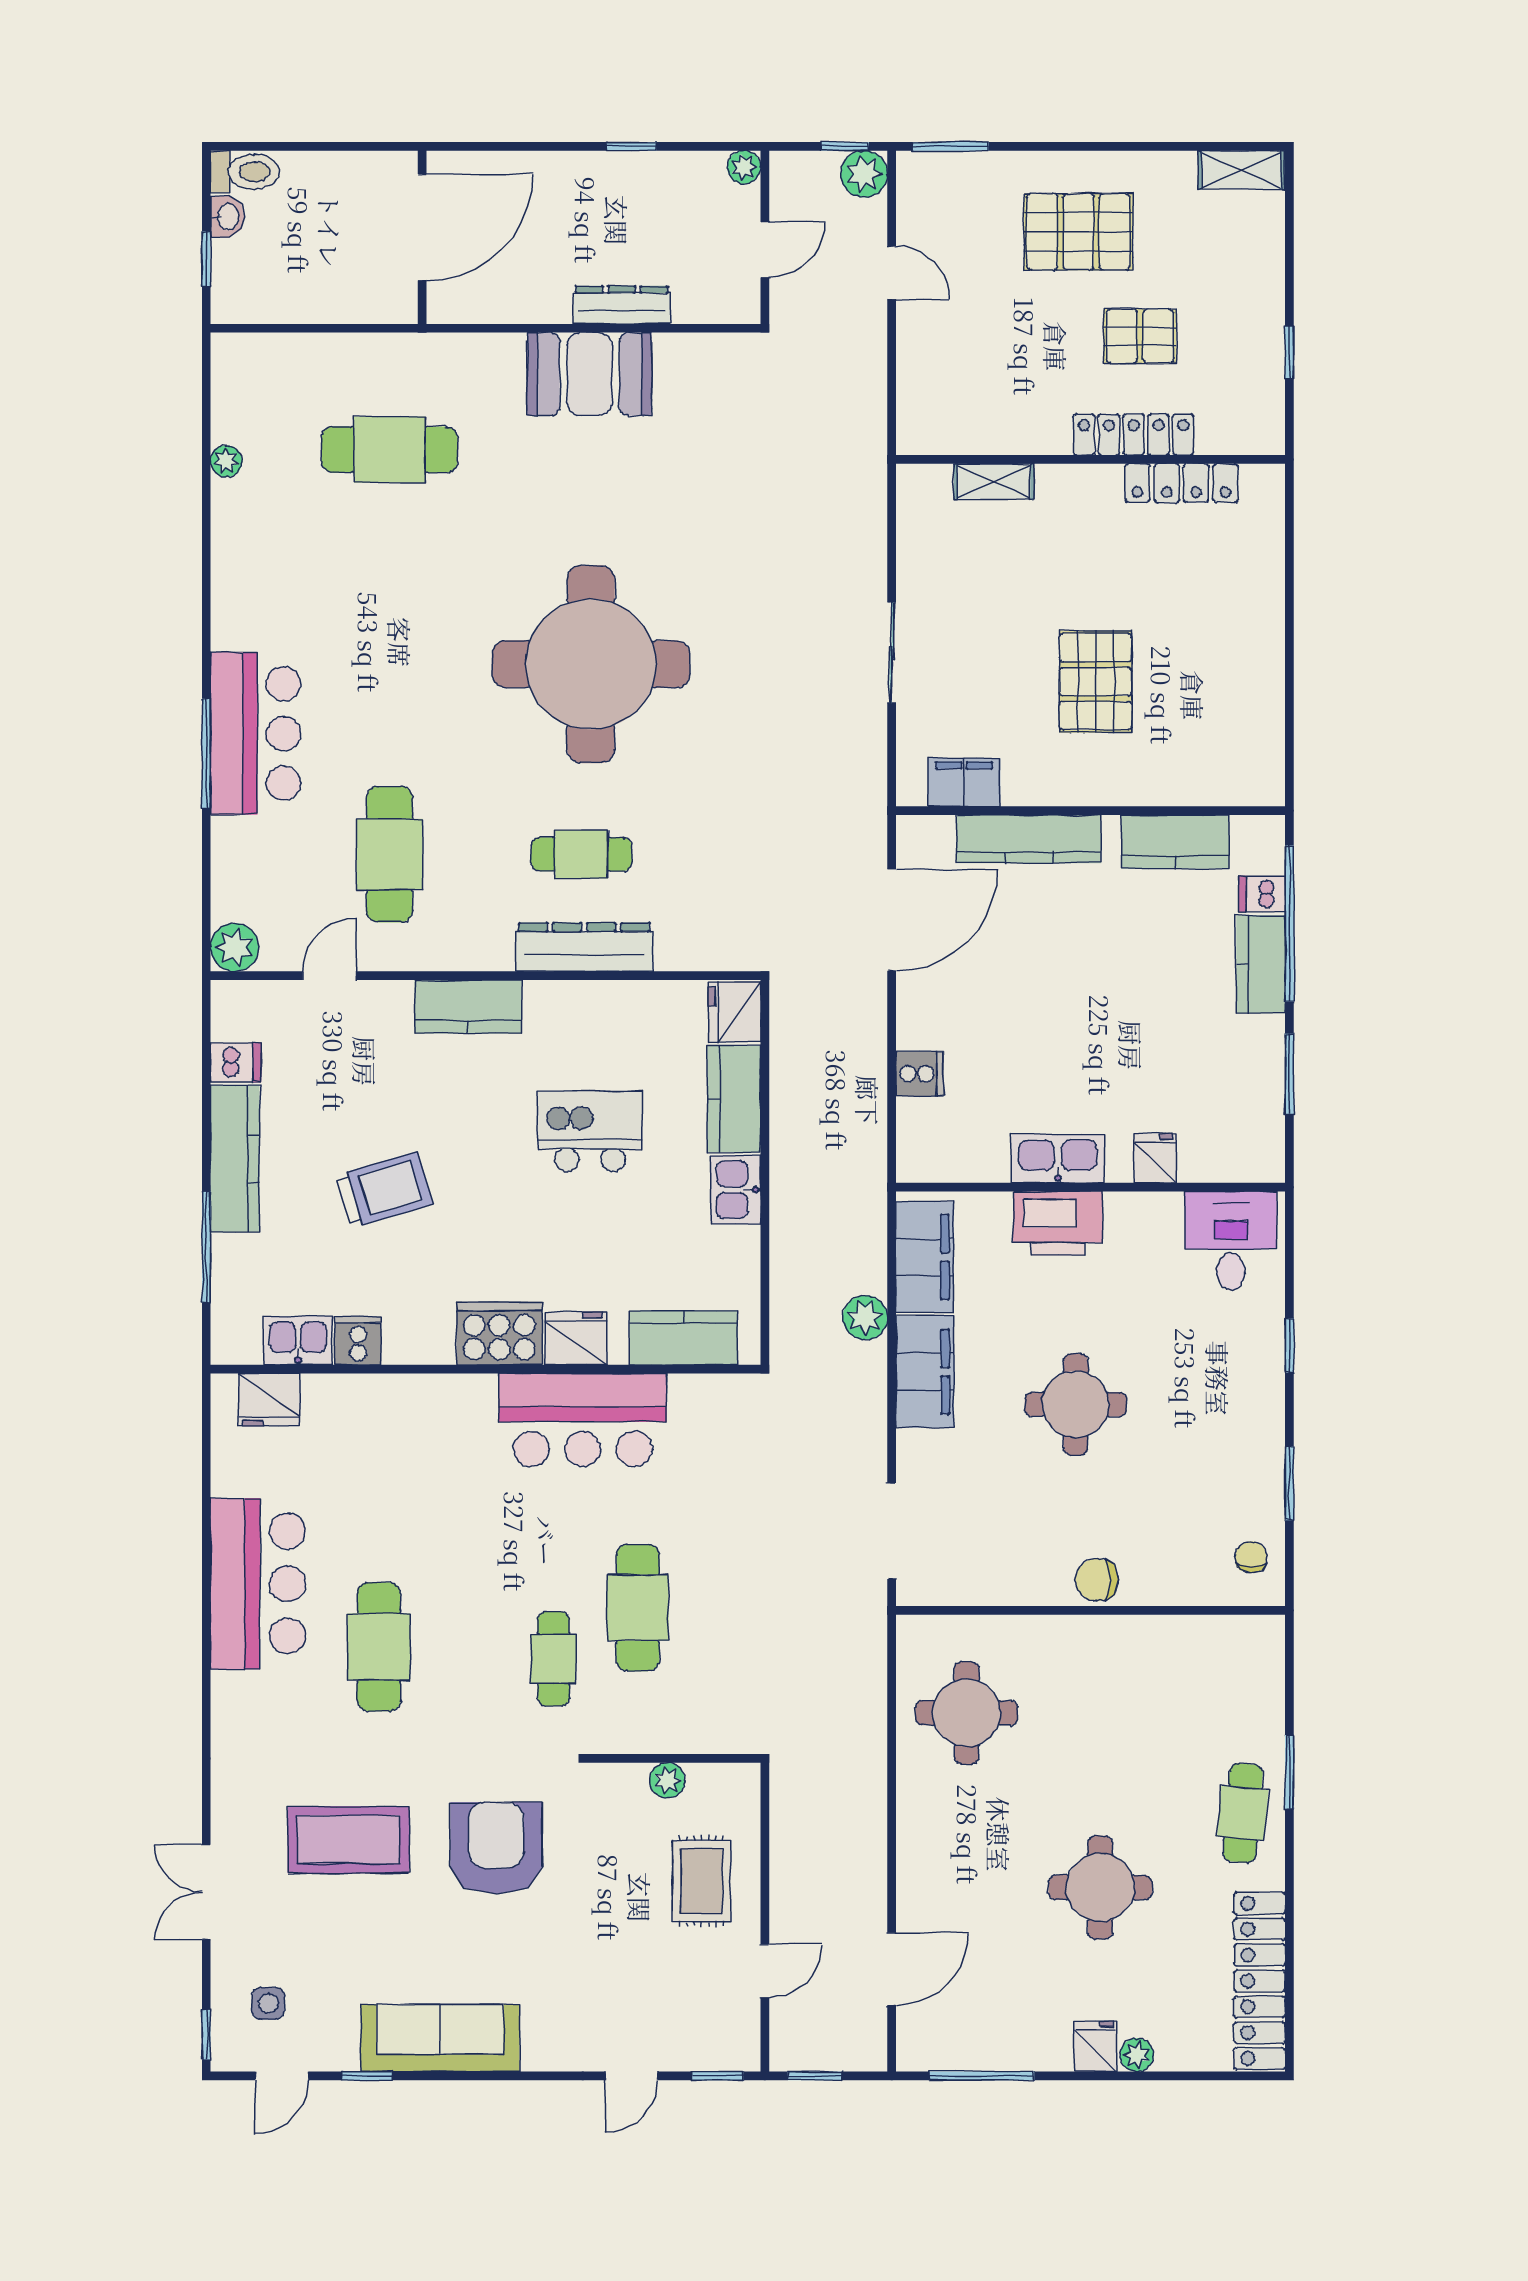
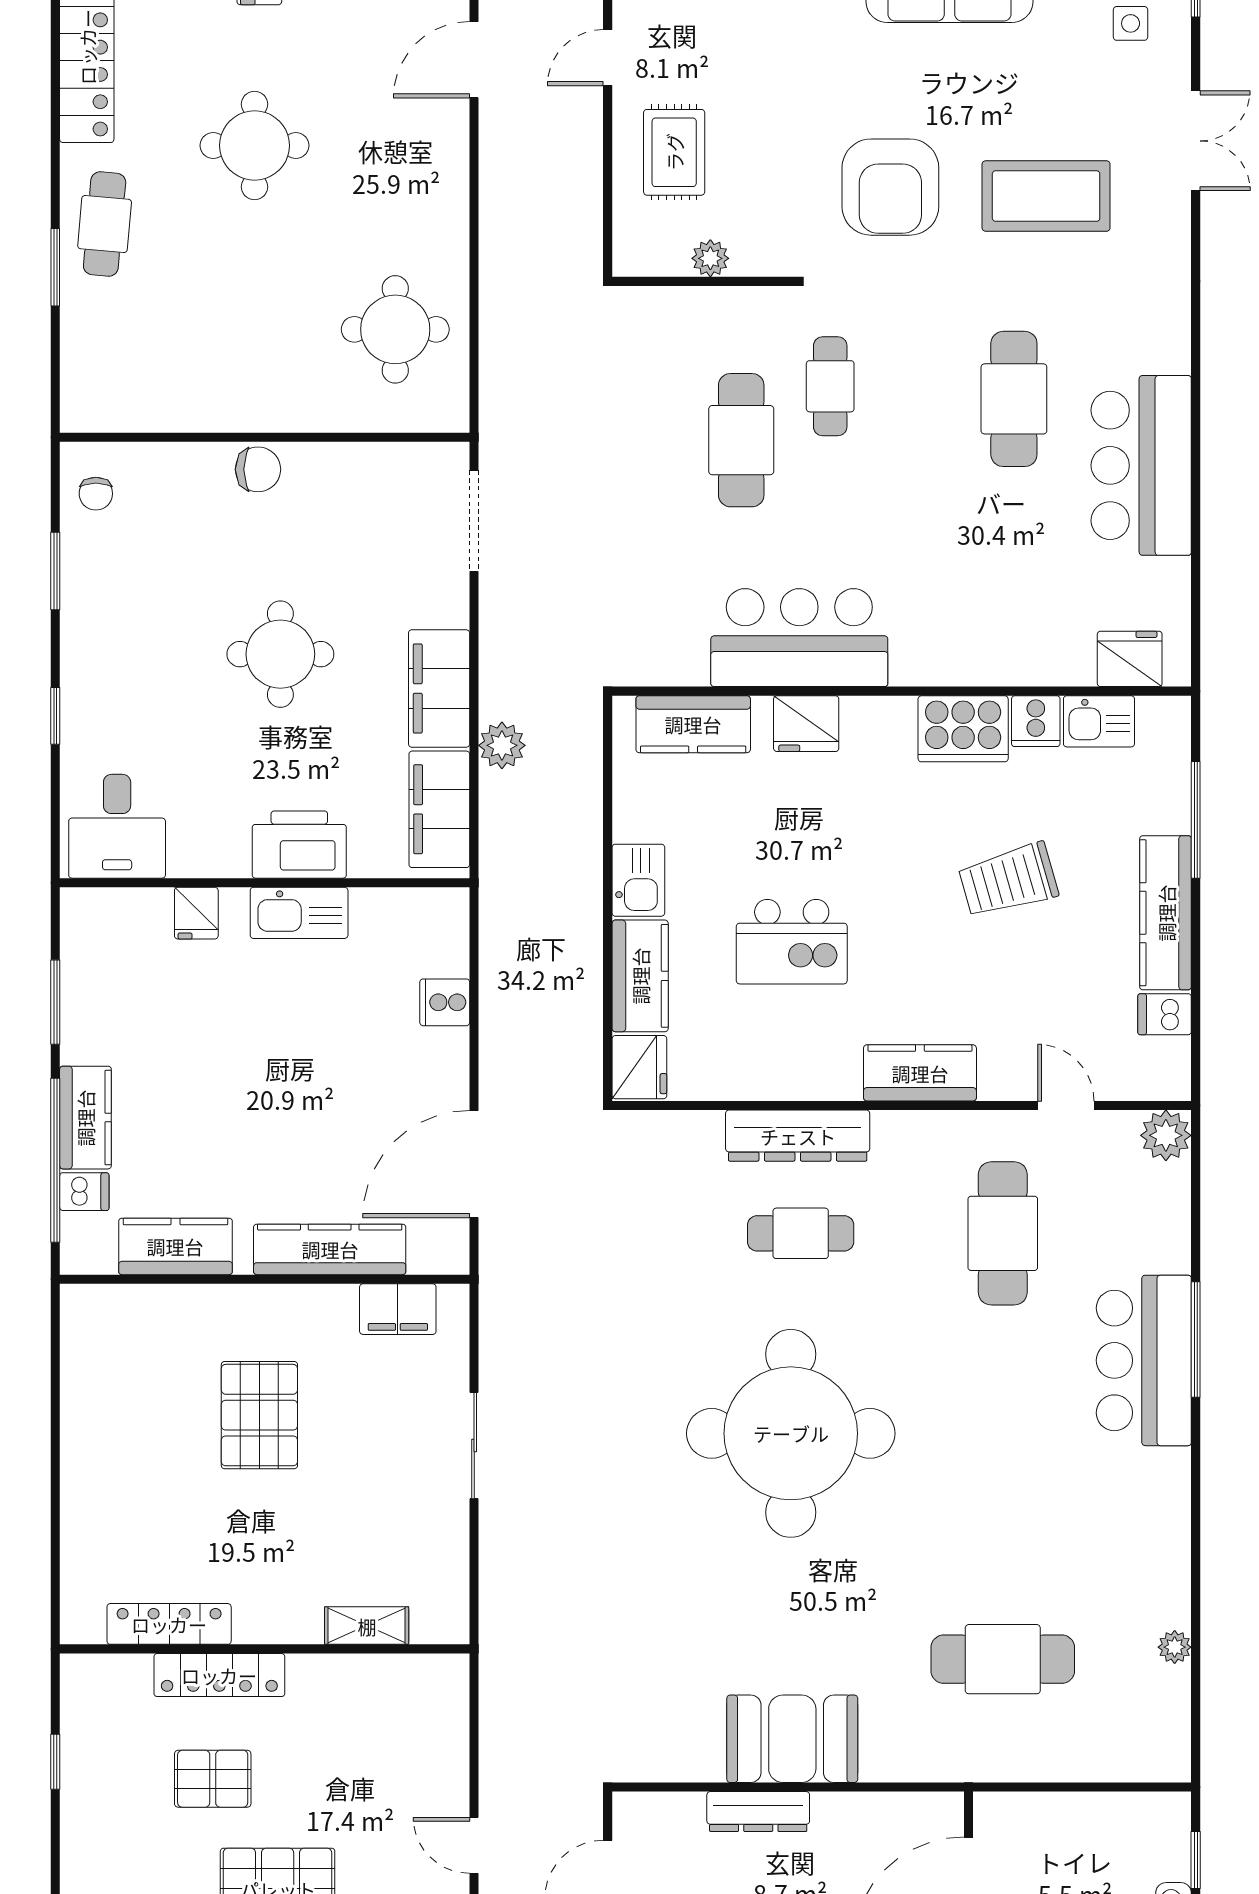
door: (330, 976) -> (1066, 1105), swing flipped
cooker: (499, 1333) -> (963, 729), moved

